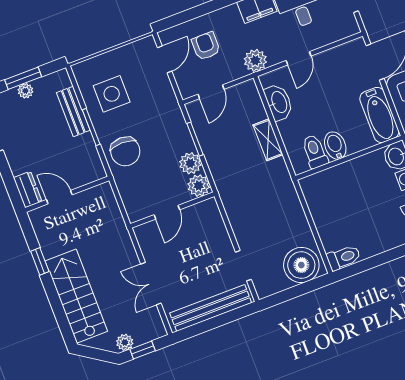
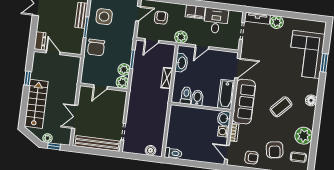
boiler: (301, 265) -> (151, 150), width x0.54, depth x0.54

